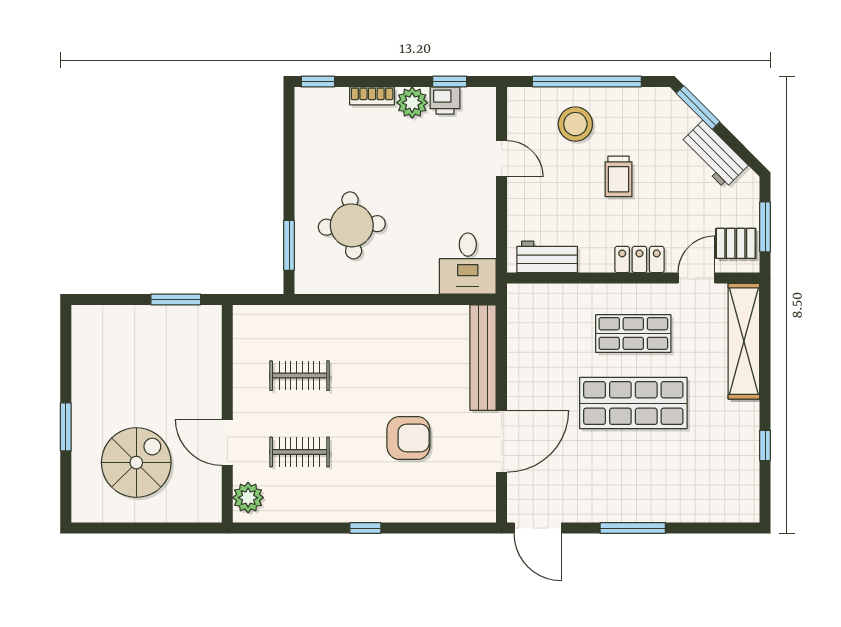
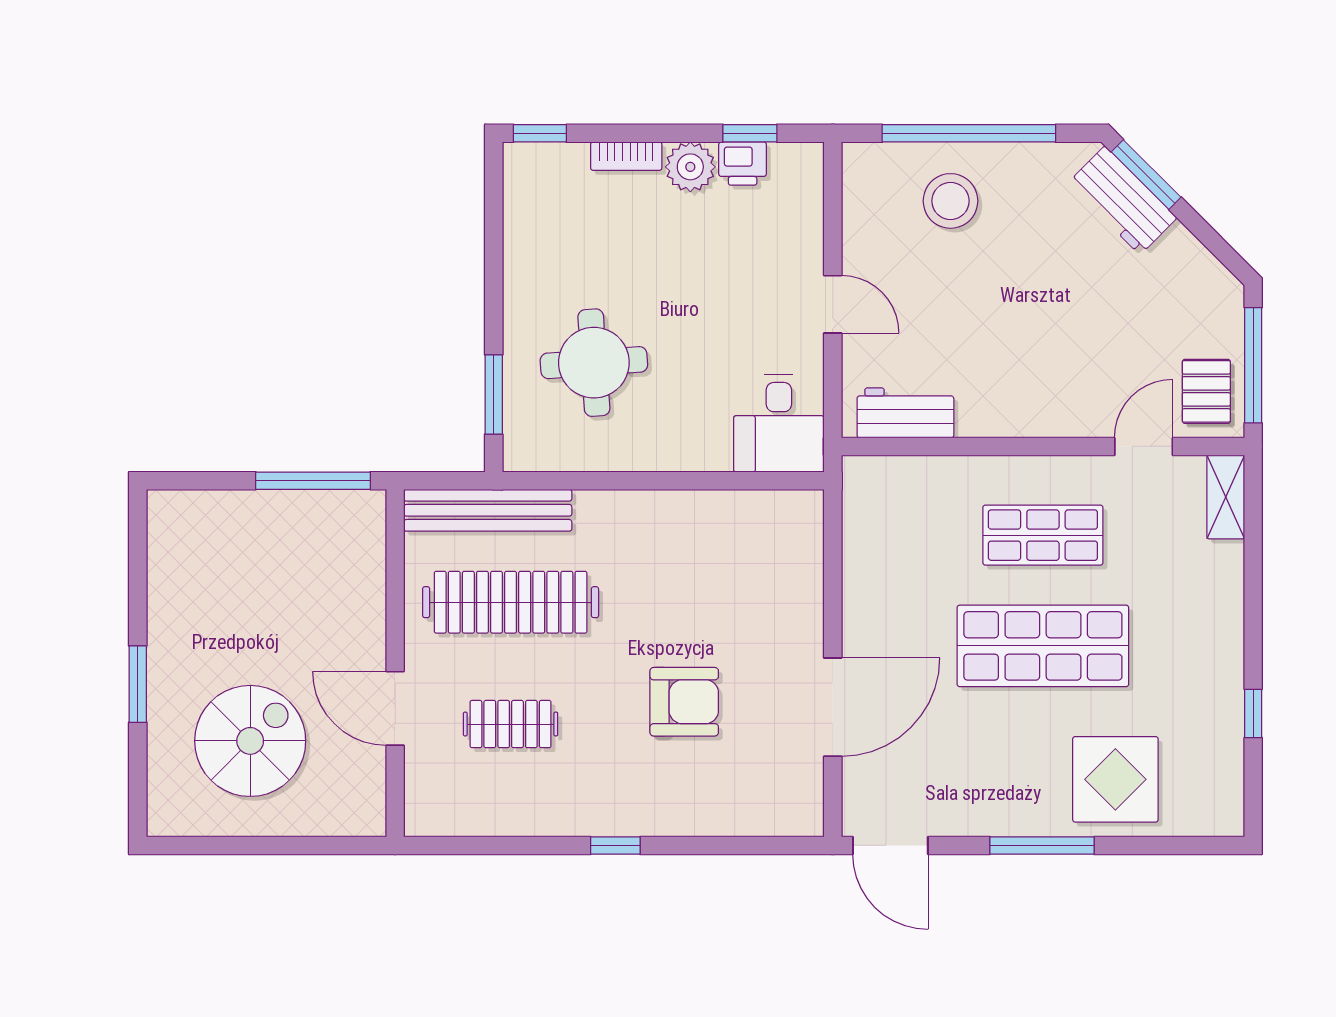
workbench: (714, 154) -> (1122, 200), moved
door: (502, 159) -> (833, 304), moved
trolley: (619, 176) -> (1019, 285), removed
window: (765, 227) -> (1253, 365), width x1.44
pallet: (736, 243) -> (1206, 391), turned 90
locker: (639, 259) -> (1053, 417), removed
window: (176, 299) -> (313, 481), width x1.44
shelving: (744, 341) -> (1226, 497), width x0.45, depth x0.75
bench: (483, 358) -> (488, 510), moved, turned 90
clothes rail: (300, 376) -> (511, 602), width x1.86, depth x1.31
display table: (679, 487) -> (1115, 779), added
plant: (248, 498) -> (428, 797), removed

